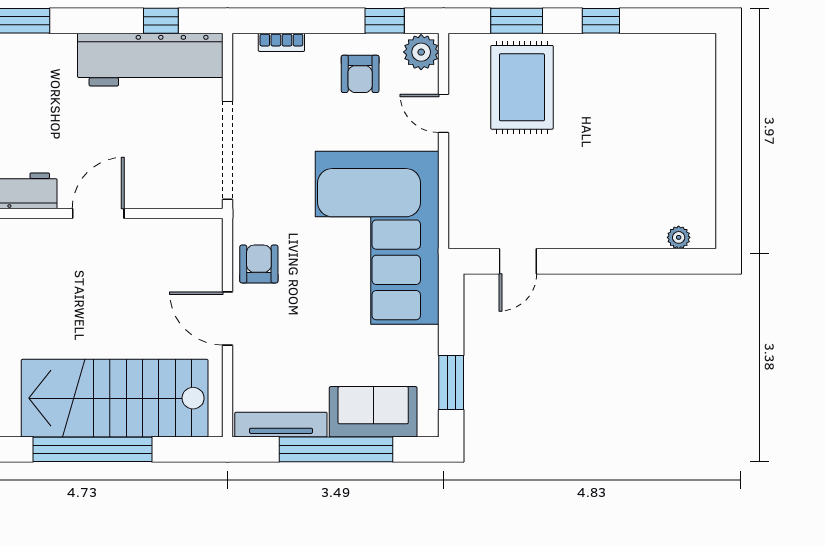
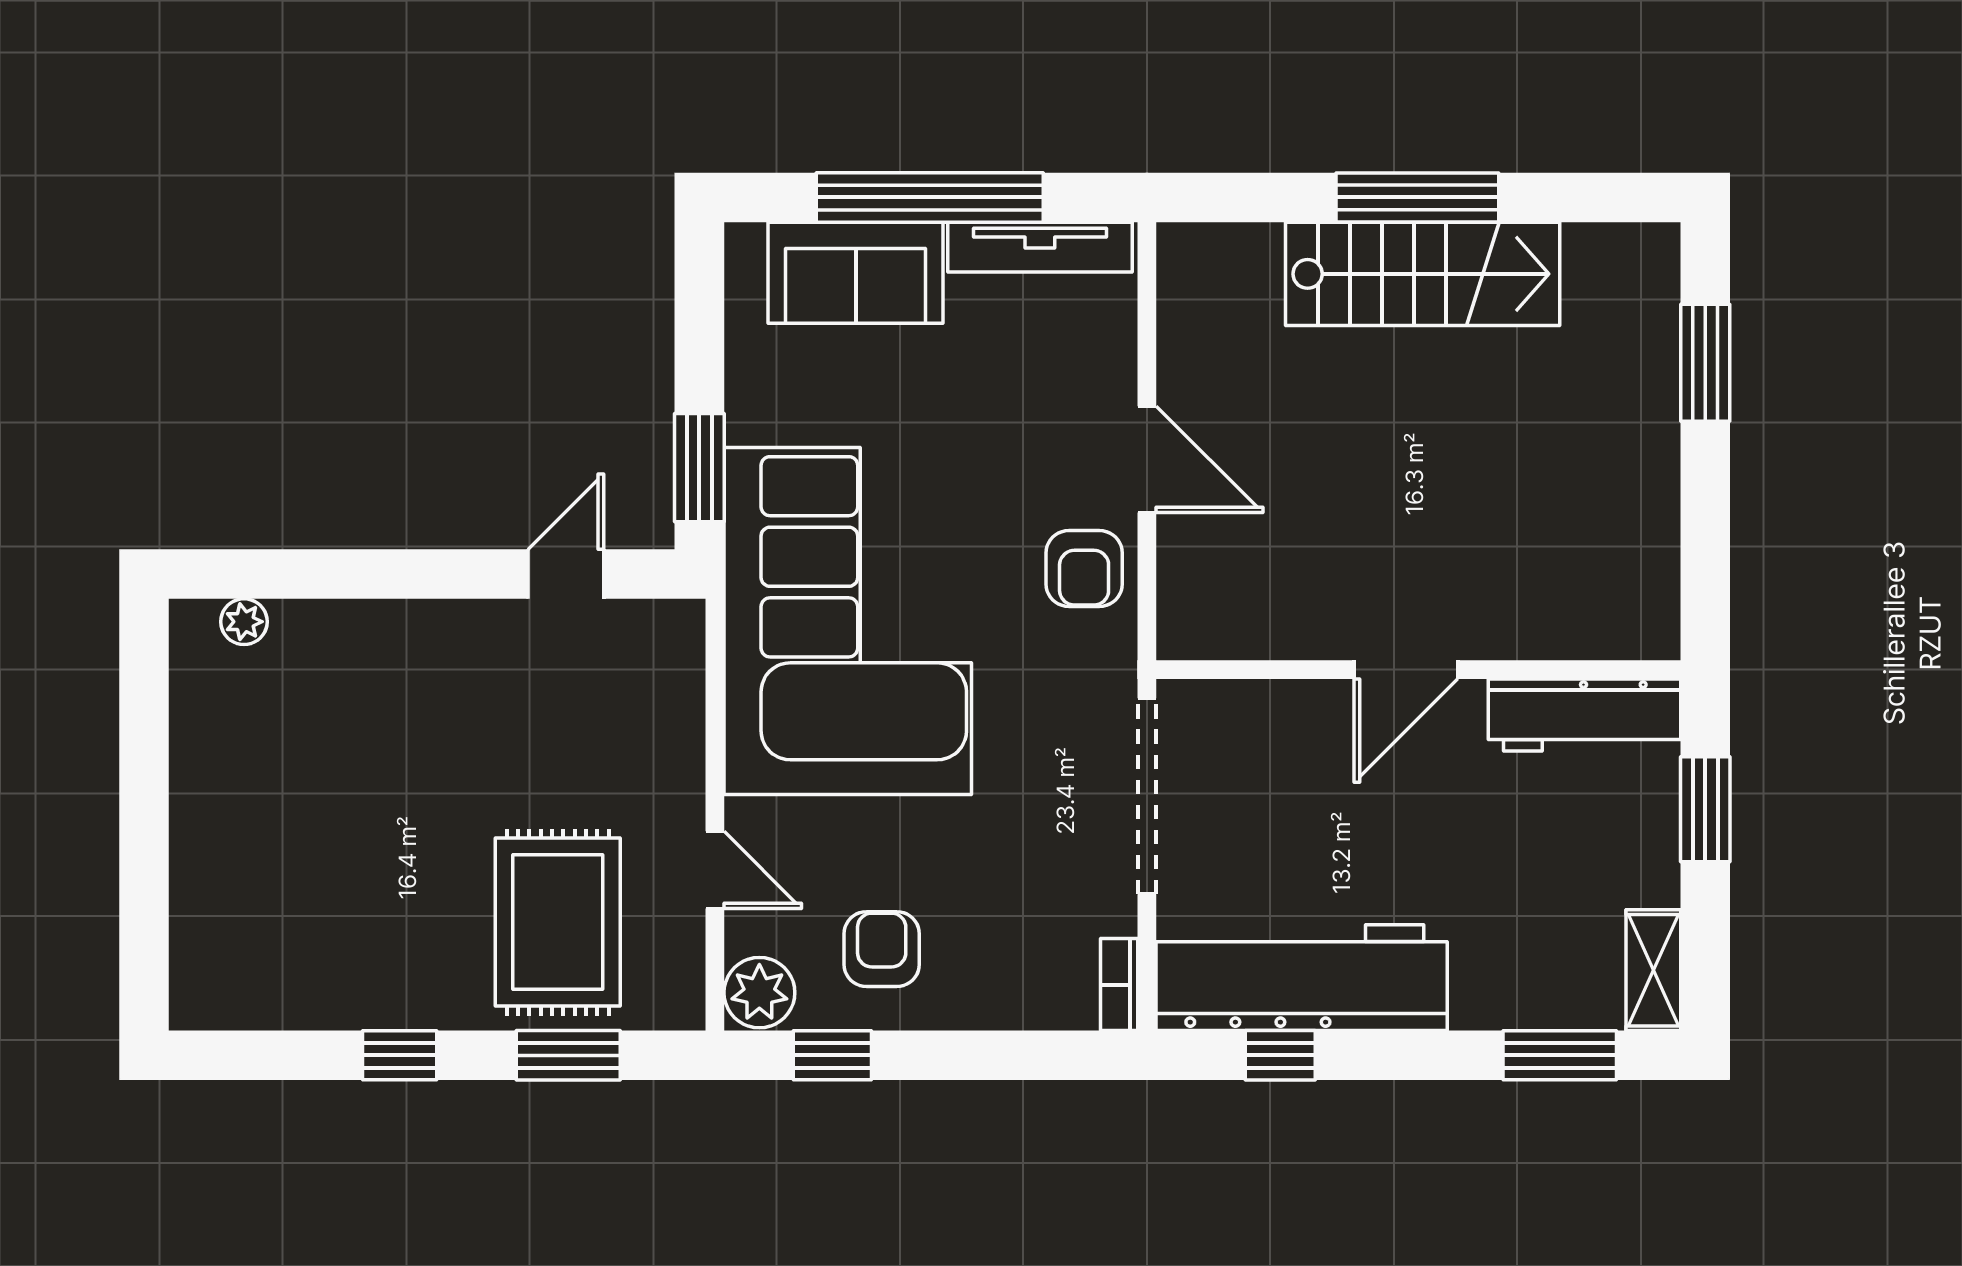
bookcase: (281, 42) -> (1119, 985), moved, turned -90
window: (451, 383) -> (699, 468), moved
stairs: (115, 398) -> (1423, 274), width x0.73, depth x0.66
window: (92, 449) -> (1417, 197), width x0.68

